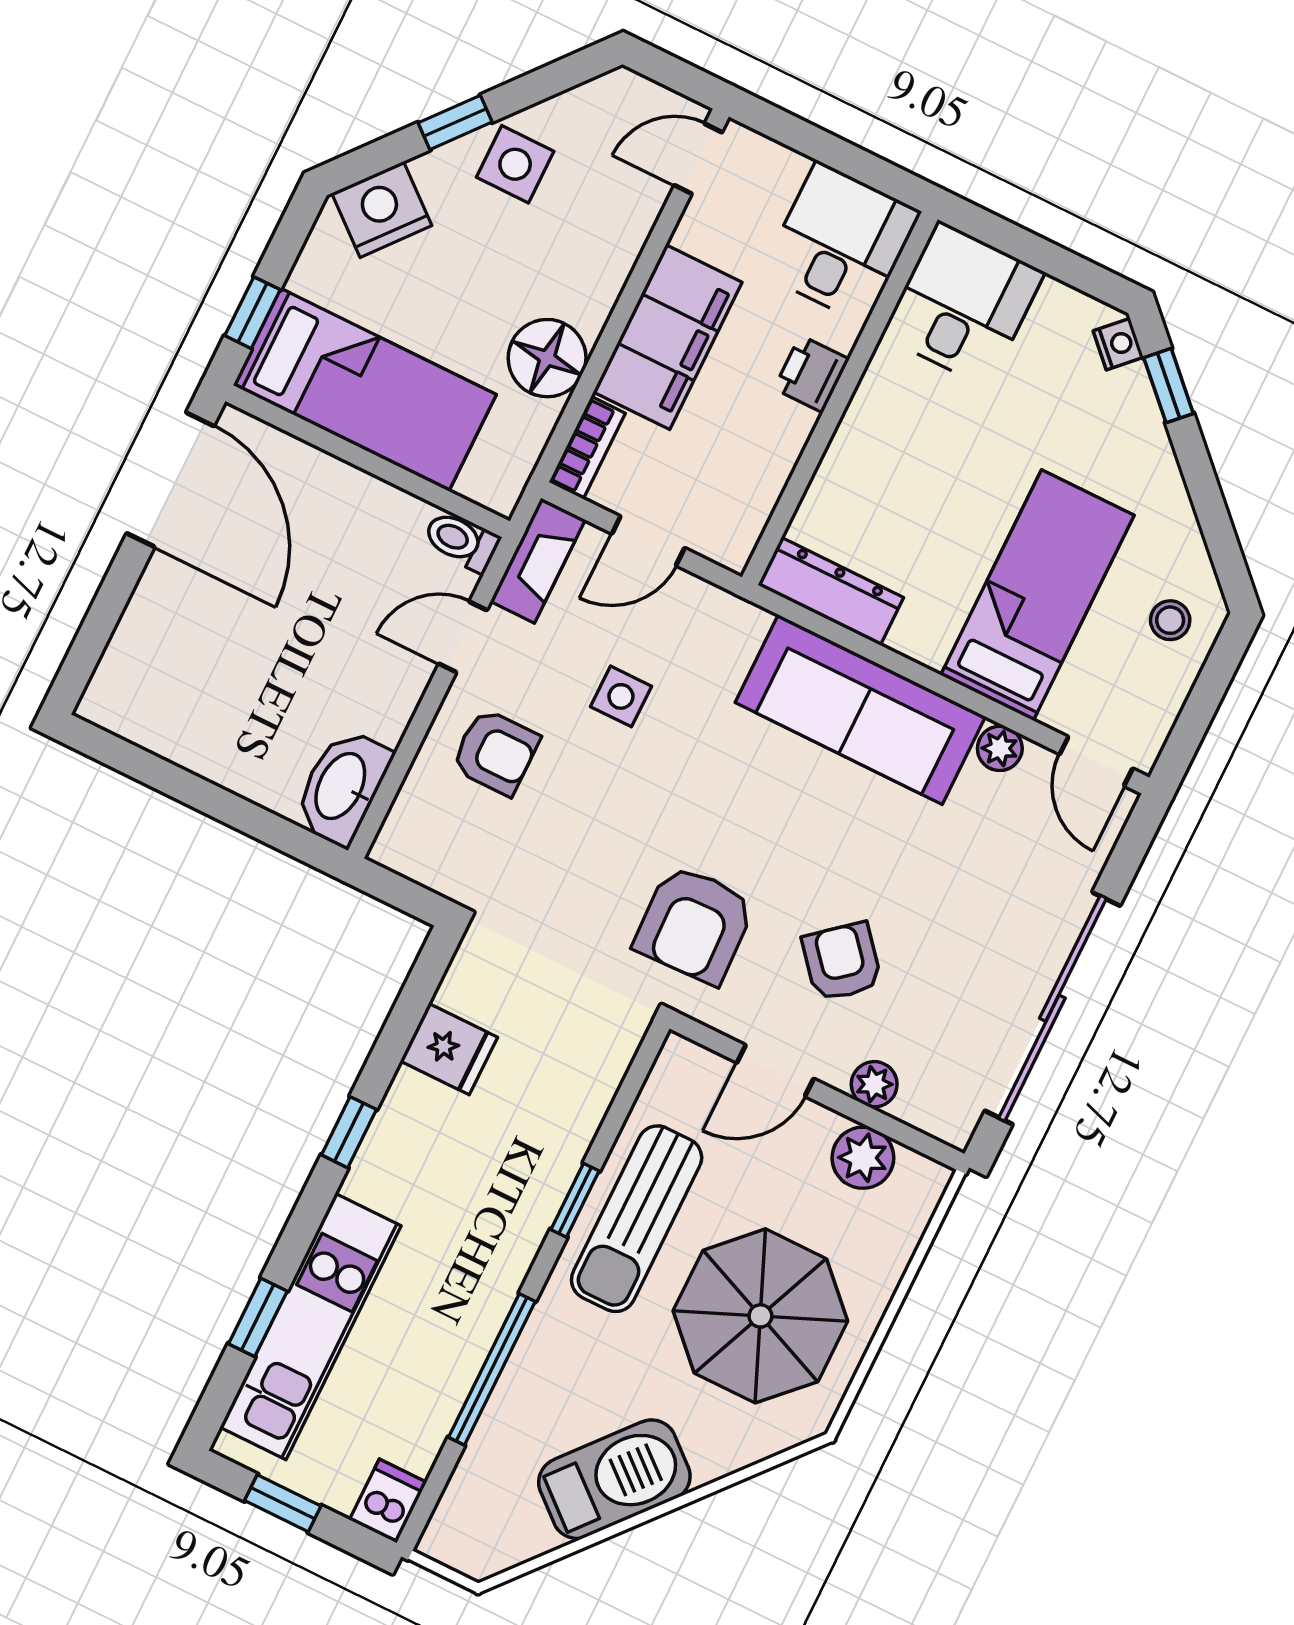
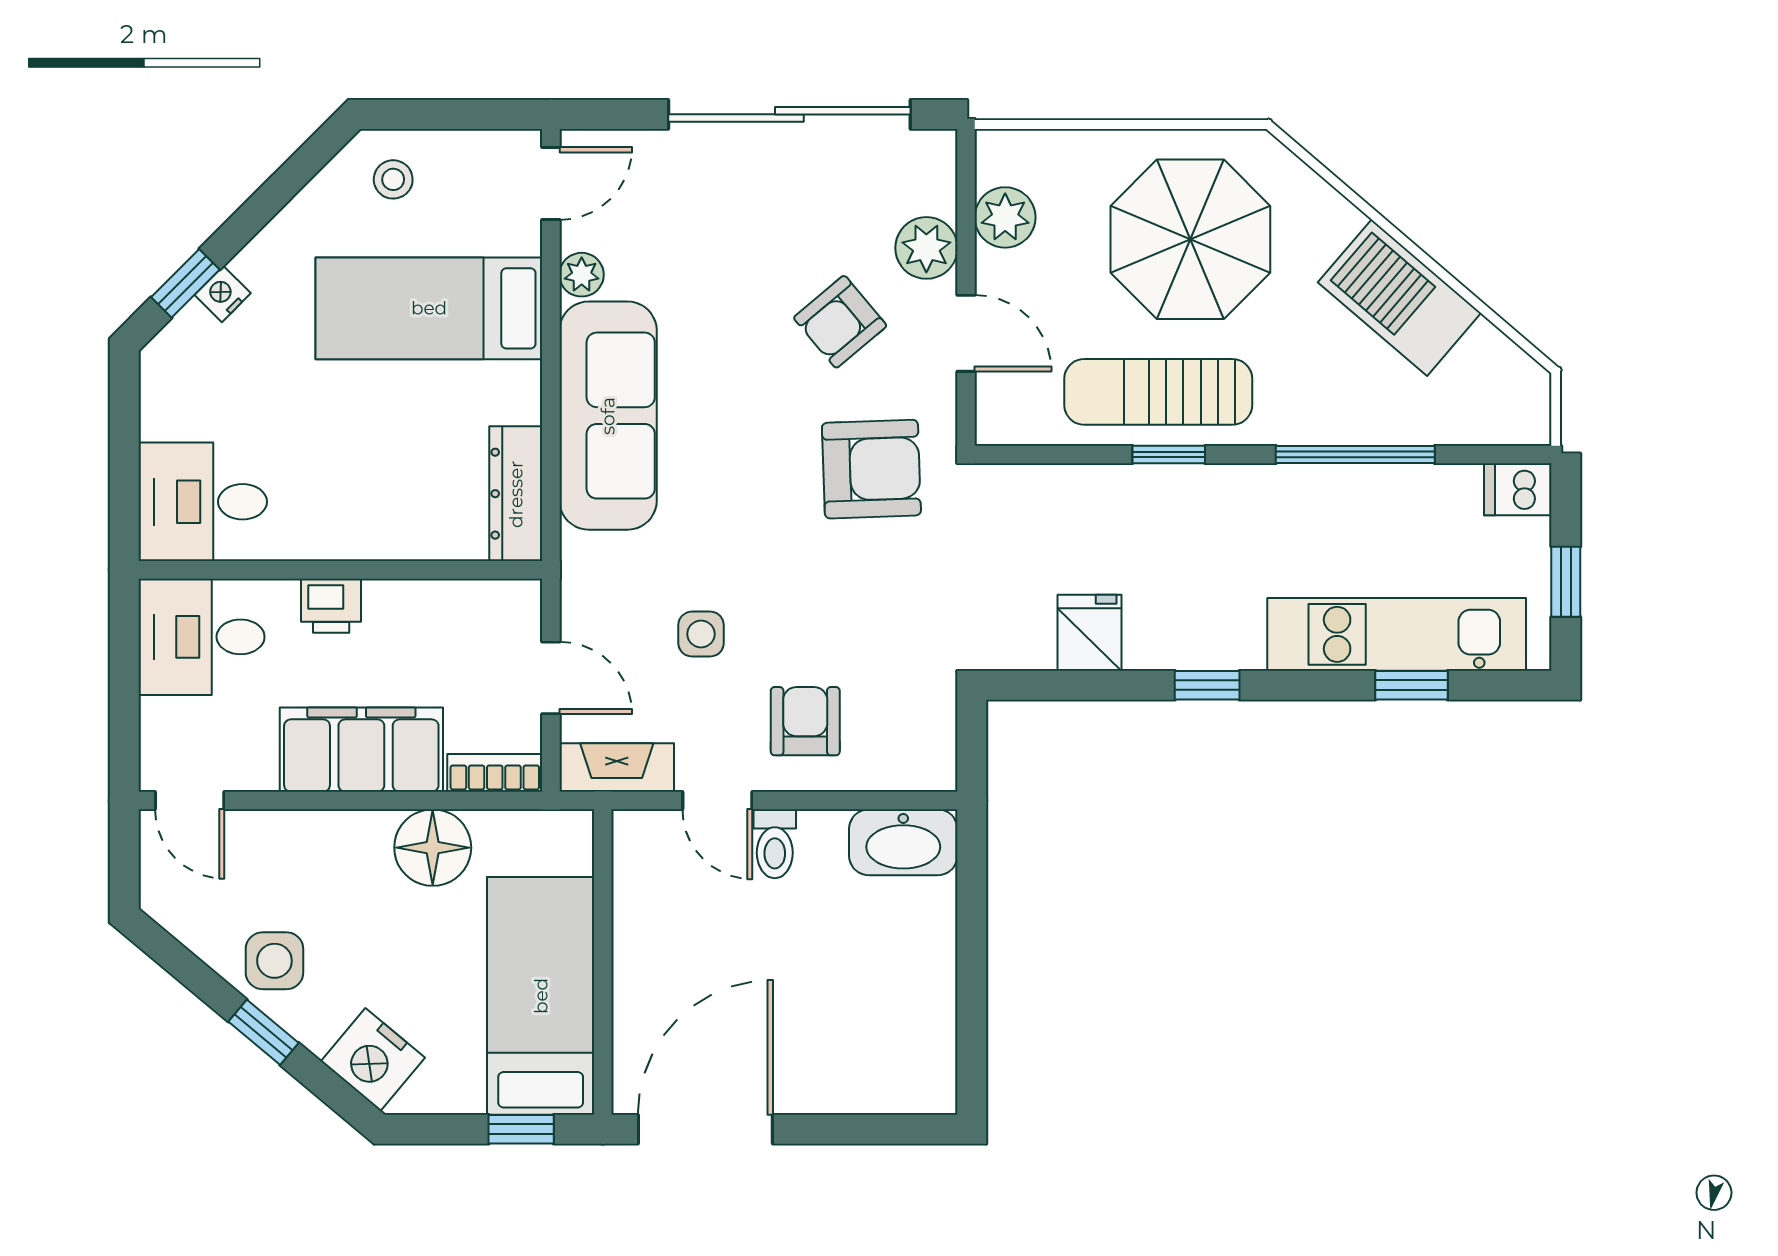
nightstand: (1118, 344) -> (223, 294), moved
toilet: (461, 541) -> (775, 844), moved
plant: (874, 1084) -> (926, 248), width x1.38, depth x1.38
sun lounger: (637, 1219) -> (1158, 392), turned 180

